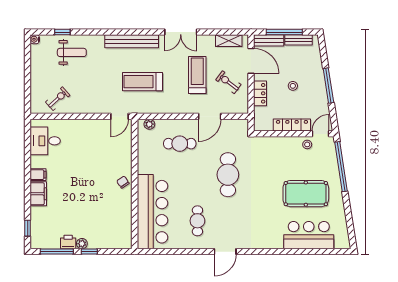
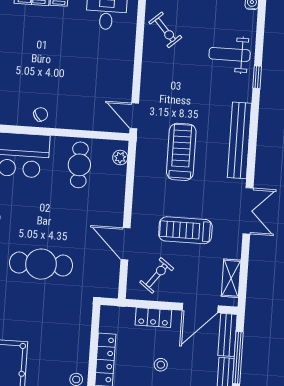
window: (62, 32) -> (257, 77), moved
double door: (181, 32) -> (248, 211), swing flipped
weight bench: (72, 52) -> (230, 54), turned 90
treadmill: (197, 75) -> (185, 230), turned 180
exercise bike: (228, 82) -> (157, 275), moved
cafe table: (180, 144) -> (79, 165), moved

